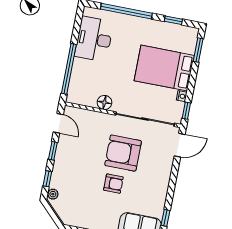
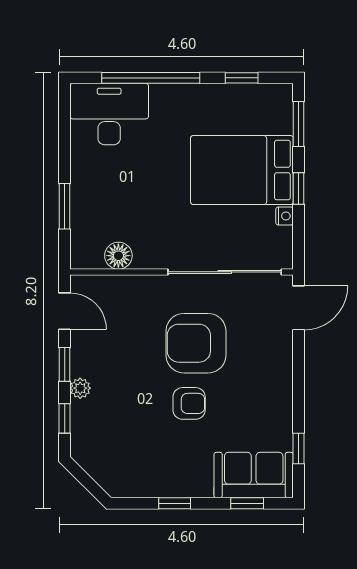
desk: (94, 39) -> (109, 114), moved, turned 90
window: (69, 69) -> (65, 206), width x0.47
floor lamp: (104, 102) -> (118, 256), moved
window: (186, 111) -> (299, 188), moved
plant: (53, 194) -> (80, 388), moved

